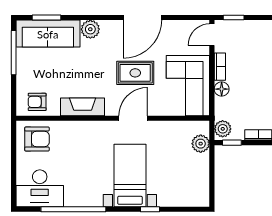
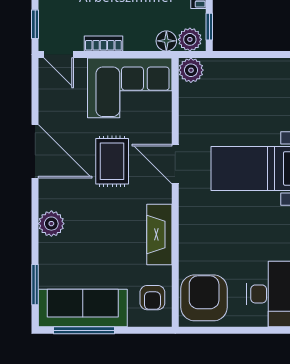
sofa: (48, 34) -> (83, 308), moved, turned -90
floor lamp: (222, 89) -> (166, 41), moved
armchair: (37, 139) -> (204, 298), width x1.36, depth x1.36
plant: (201, 144) -> (191, 70), moved

